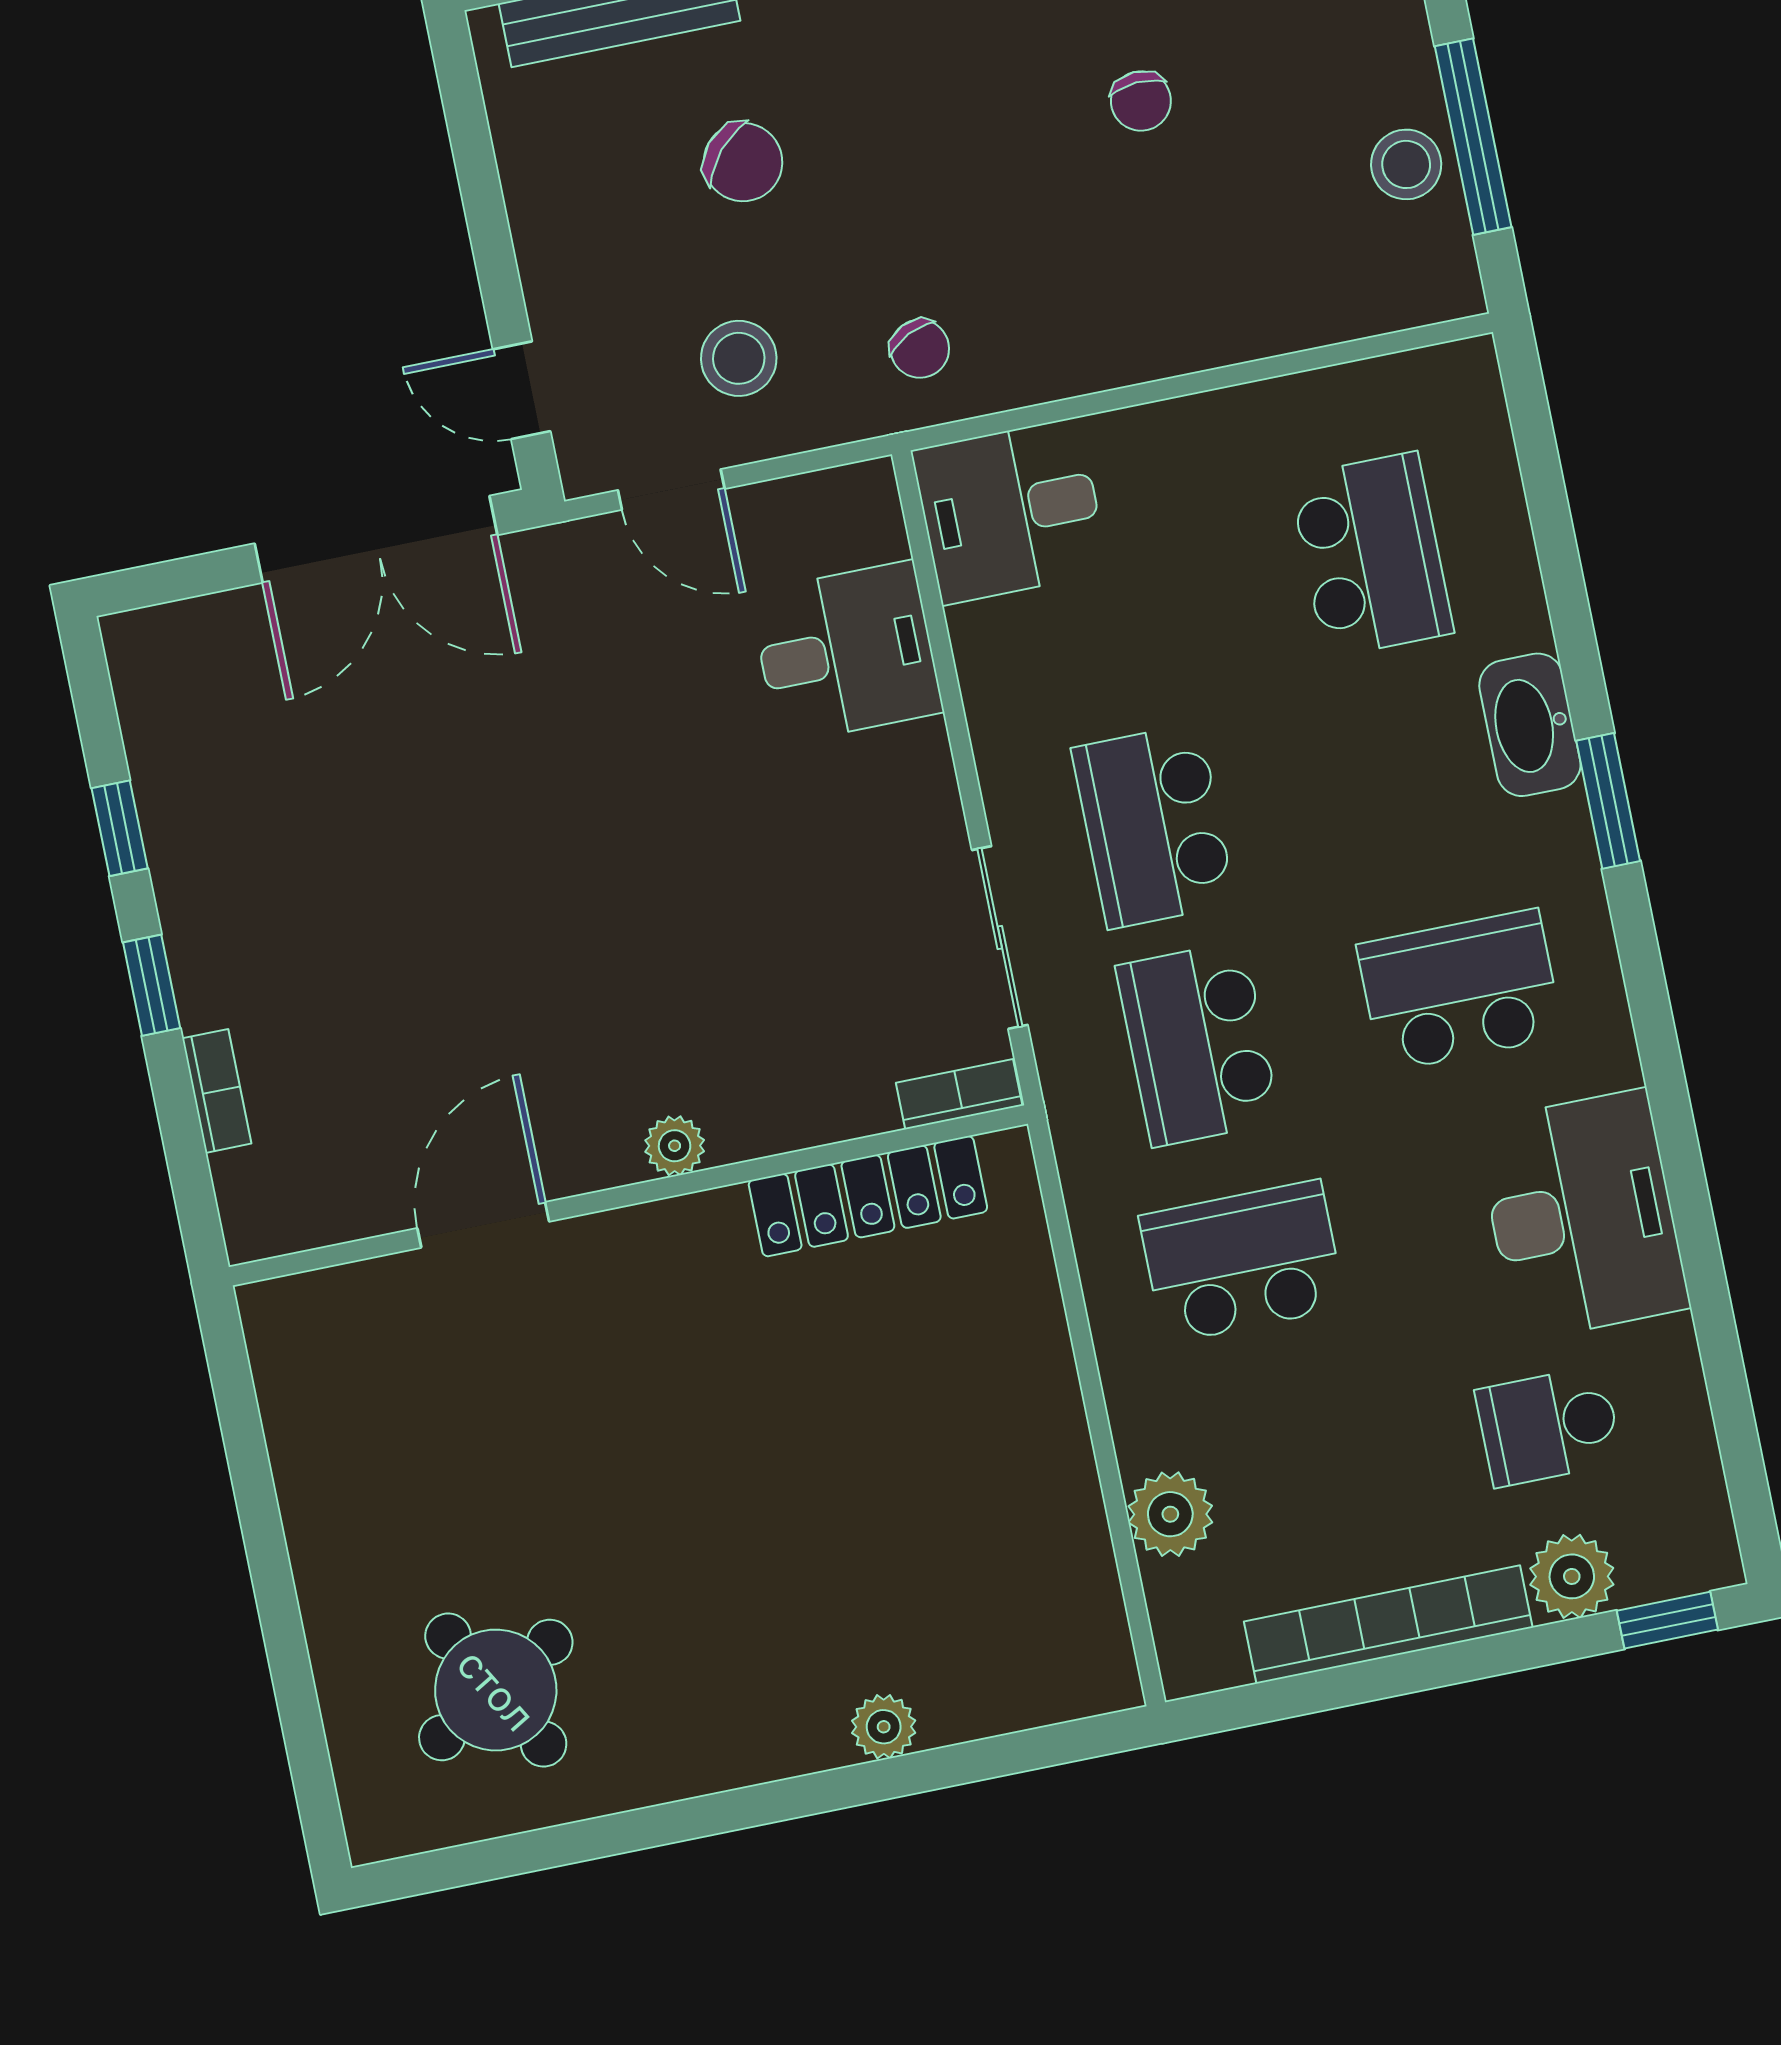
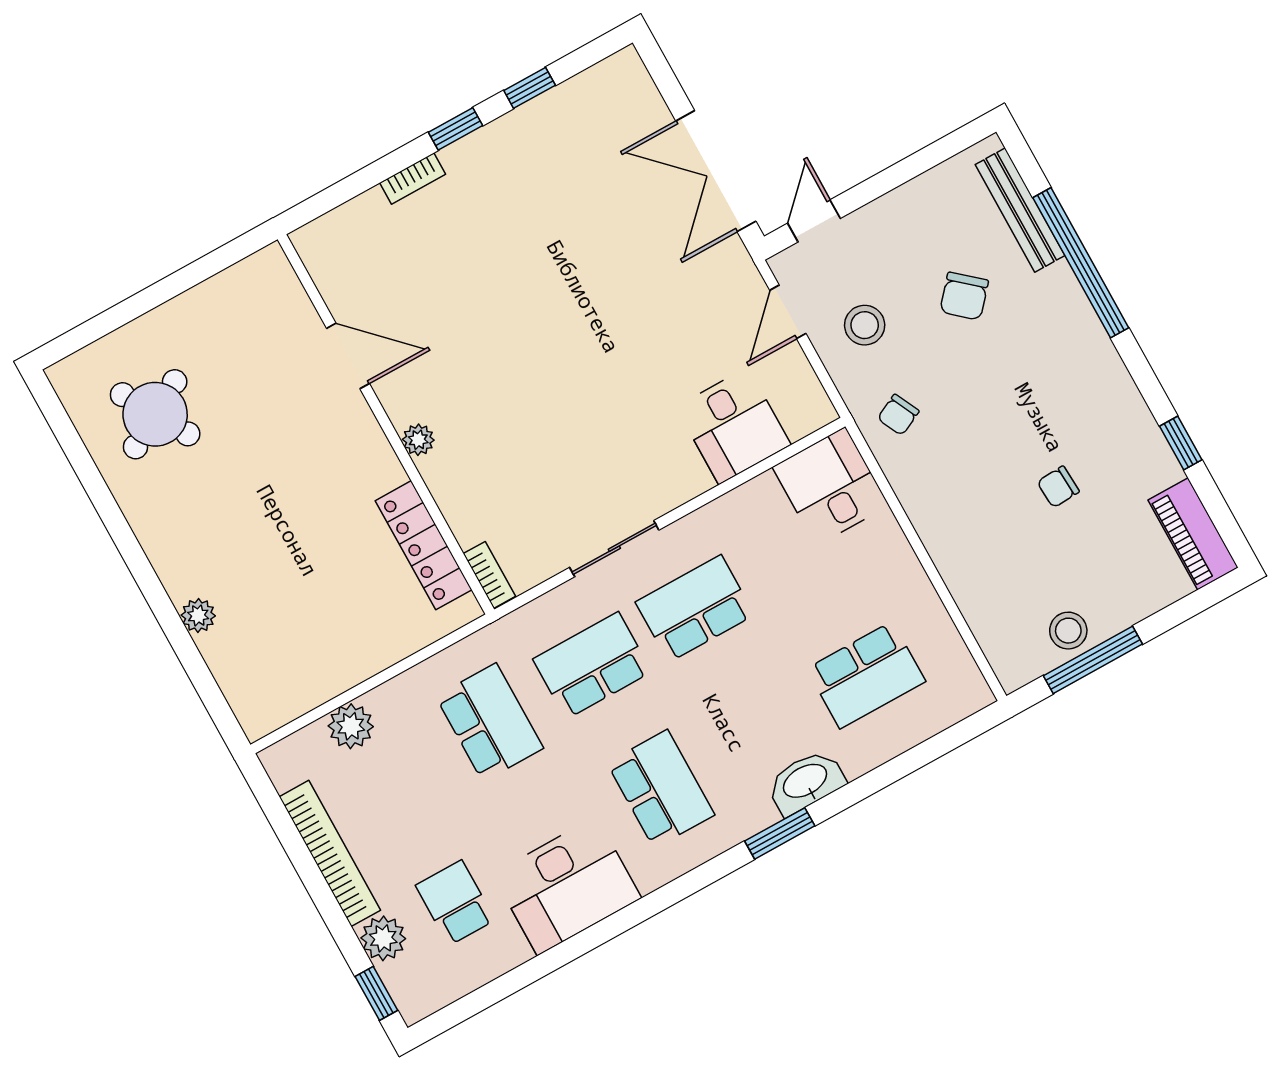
bookcase: (959, 1094) -> (489, 575), moved
plant: (675, 1146) -> (418, 440), moved
wall: (628, 1195) -> (386, 424), moved
locker: (868, 1196) -> (424, 545), moved
door: (483, 1225) -> (348, 356), moved

